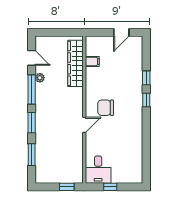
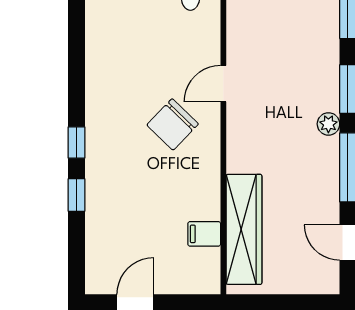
plant: (40, 78) -> (328, 124), moved
chair: (106, 108) -> (173, 124), turned 134

